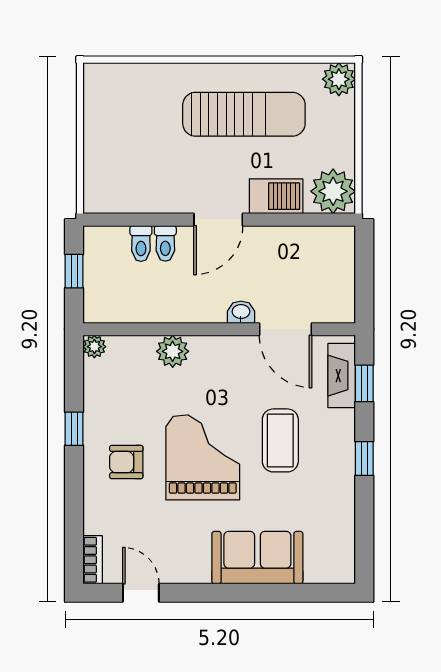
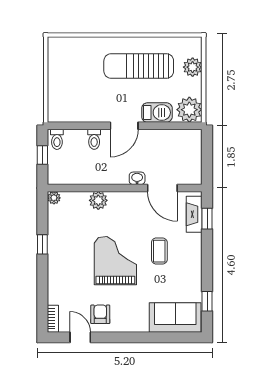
plant: (339, 79) -> (193, 67), moved
sun lounger: (244, 114) -> (139, 66), turned 180
toilet: (141, 244) -> (57, 139), moved
coffee table: (280, 440) -> (159, 251), width x0.73, depth x0.77
window: (364, 459) -> (207, 301), moved
armchair: (126, 462) -> (100, 314), moved, turned 90
sofa: (257, 558) -> (175, 317), moved

